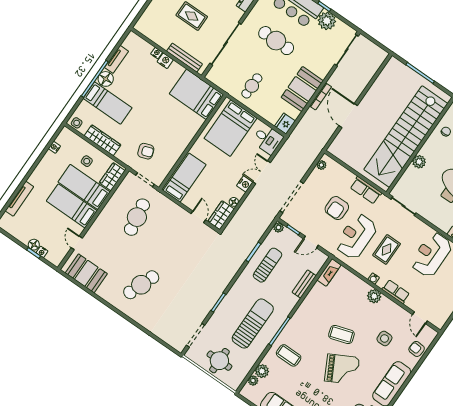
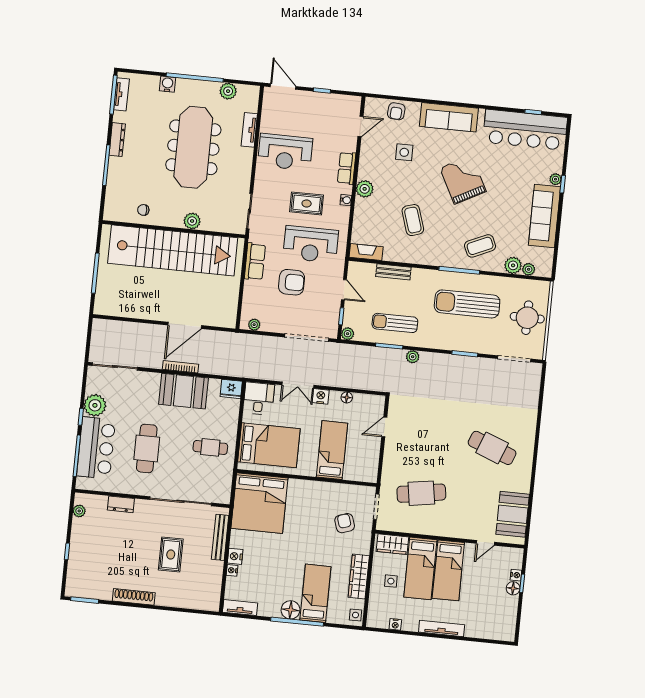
tv unit: (117, 59) -> (240, 608), moved
bed: (196, 94) -> (259, 503), width x1.36
bed: (185, 178) -> (332, 450), moved, turned 90
tv unit: (19, 199) -> (442, 628), moved
wardrobe: (221, 215) -> (369, 403), removed
plant: (237, 264) -> (413, 357), added
coffee table: (341, 335) -> (413, 220), moved
coffee table: (289, 355) -> (480, 246), turned 66

